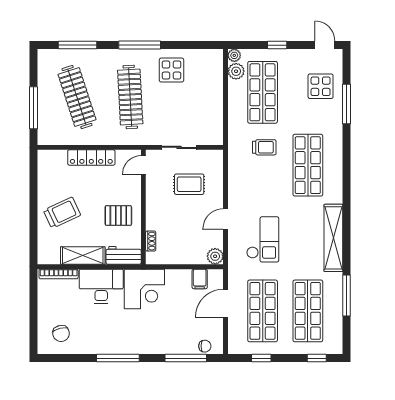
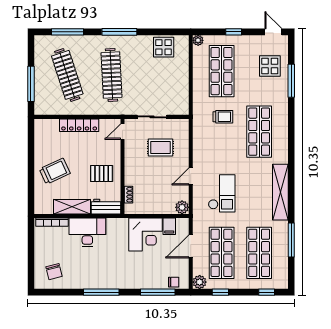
display table: (171, 70) -> (164, 47), moved
plant: (236, 71) -> (200, 282), moved
corner desk: (144, 289) -> (145, 235), moved

